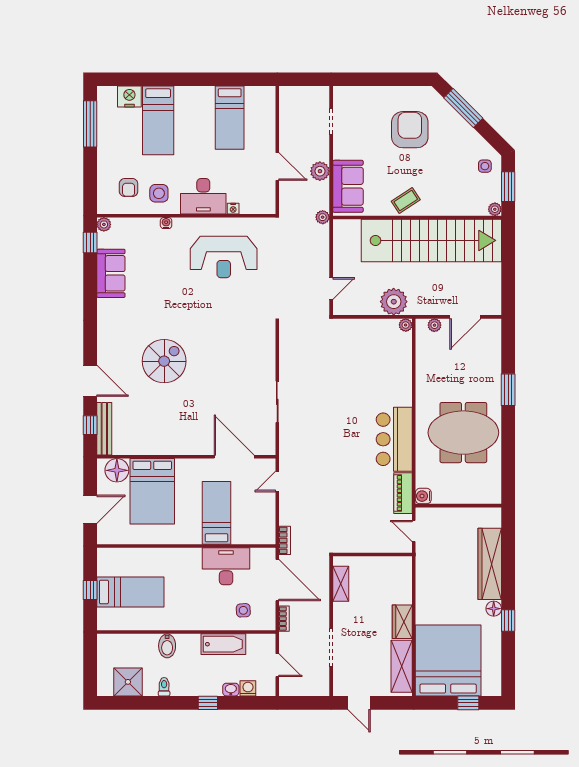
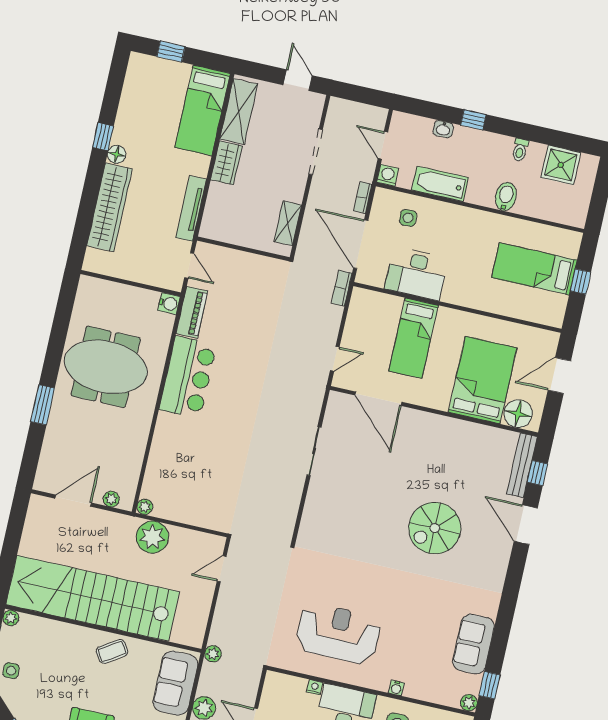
tv unit: (423, 578) -> (191, 208), added
bed: (448, 661) -> (203, 110), width x0.49
washing machine: (248, 688) -> (388, 175), moved, turned 180

